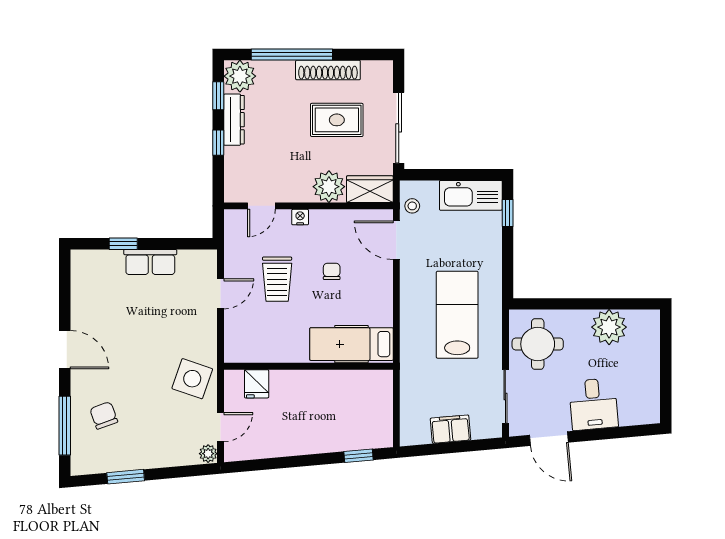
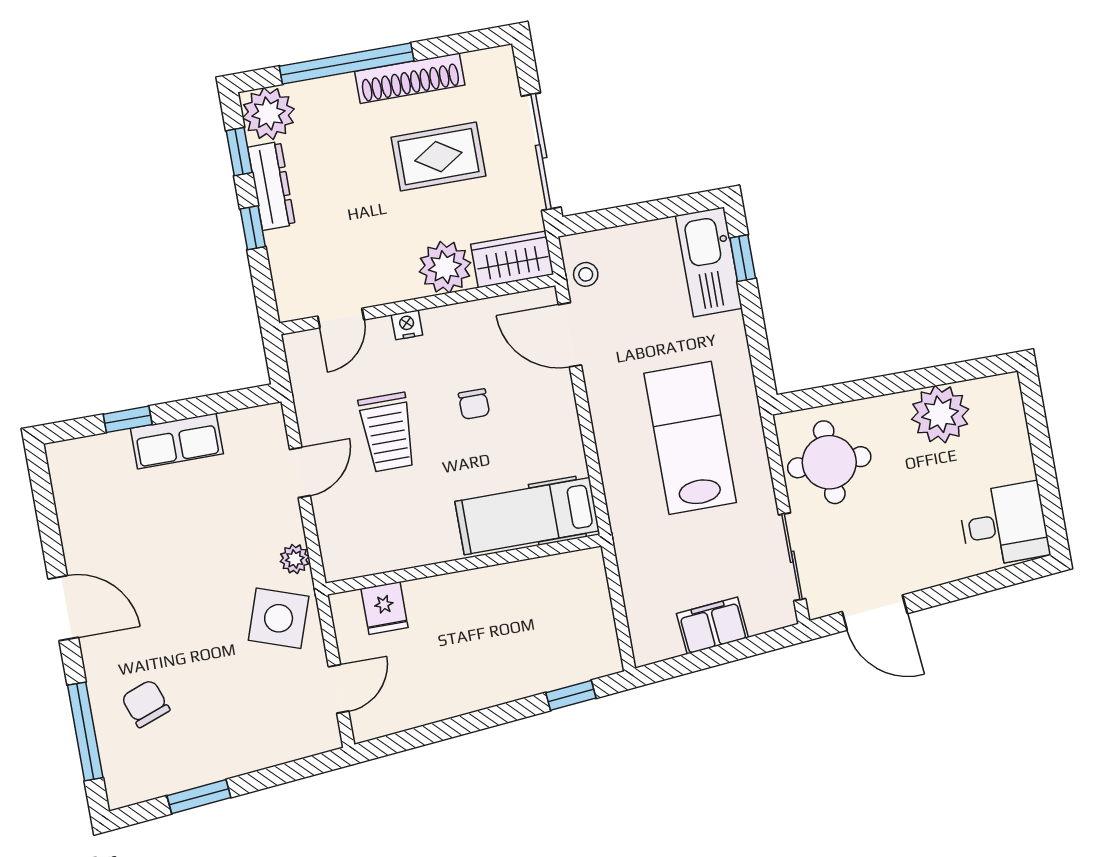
kitchen sink: (471, 195) -> (709, 262), moved, turned 90
chair: (332, 271) -> (474, 404), turned 180
desk: (593, 404) -> (1004, 525), moved, turned -85
plant: (208, 454) -> (295, 559), moved

